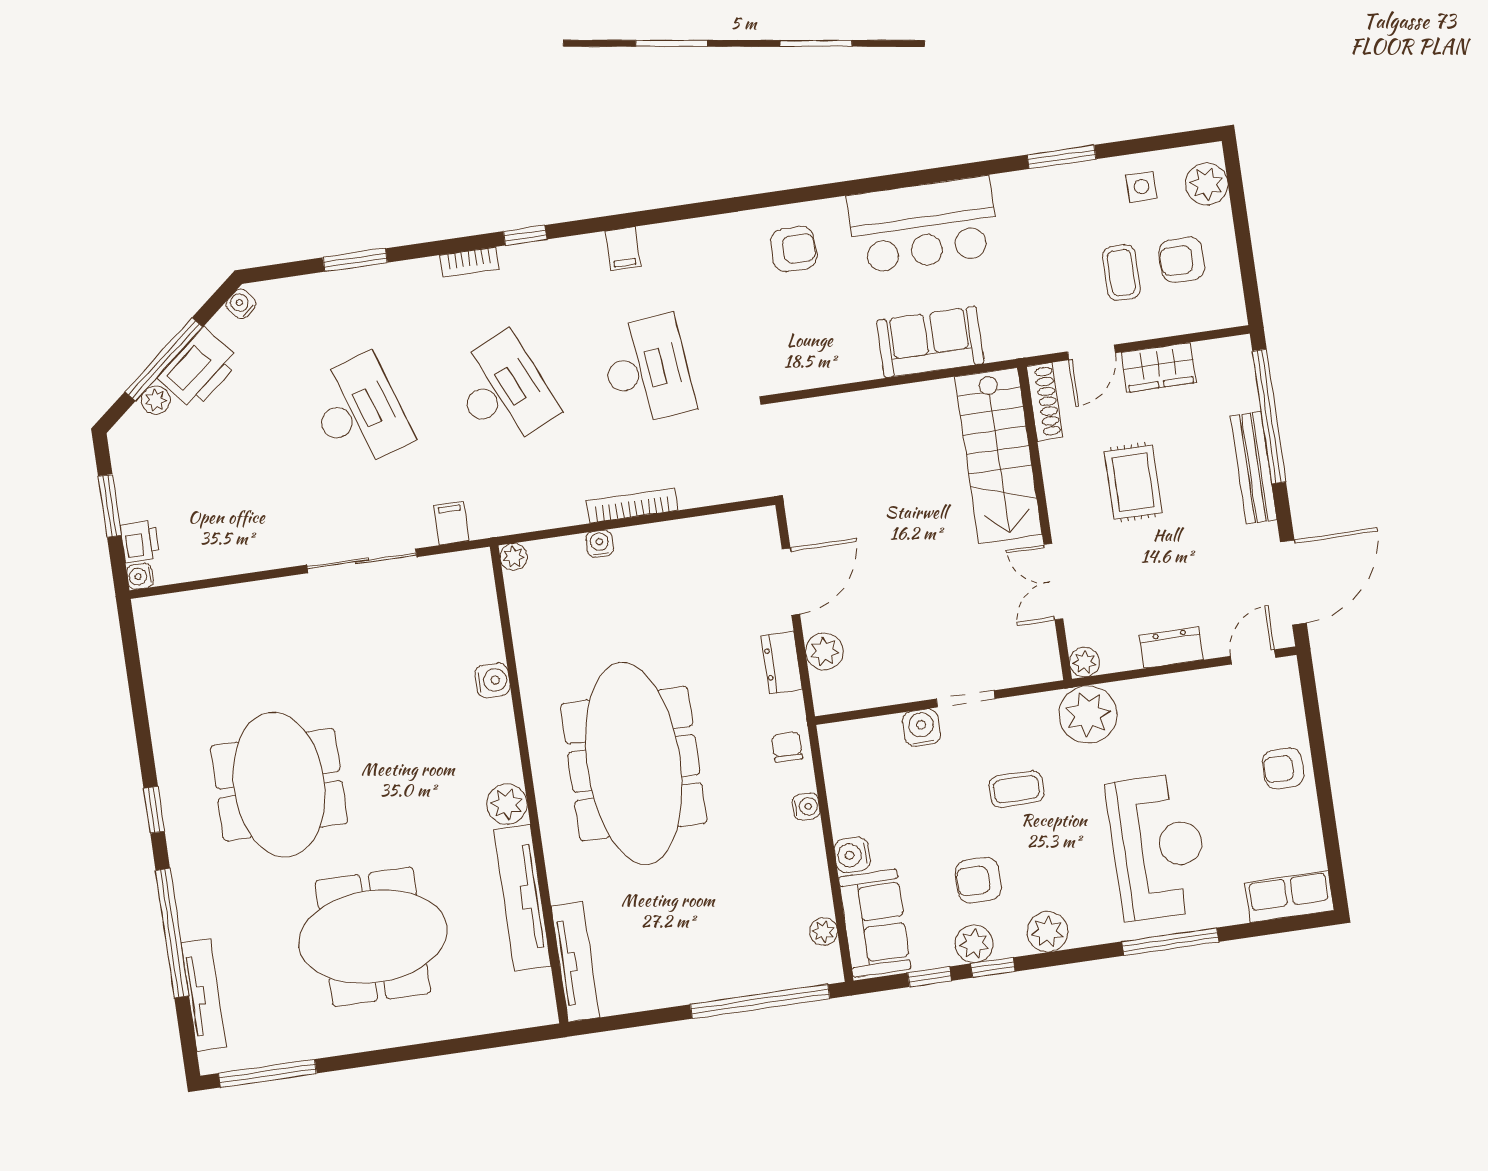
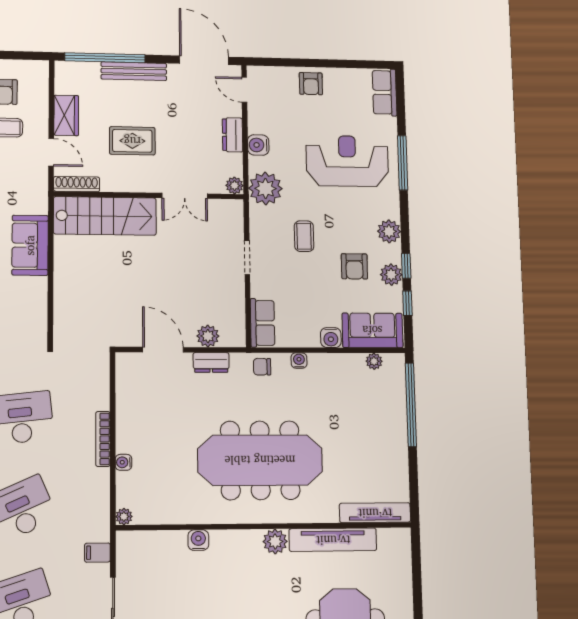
water cooler: (922, 728) -> (258, 145), moved
row of seats: (860, 738) -> (263, 323), added

